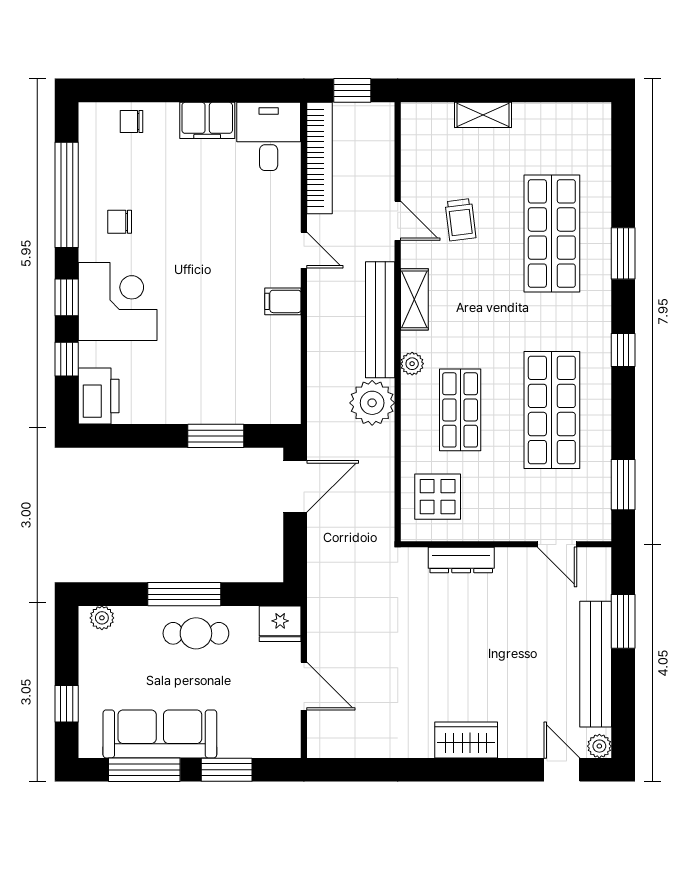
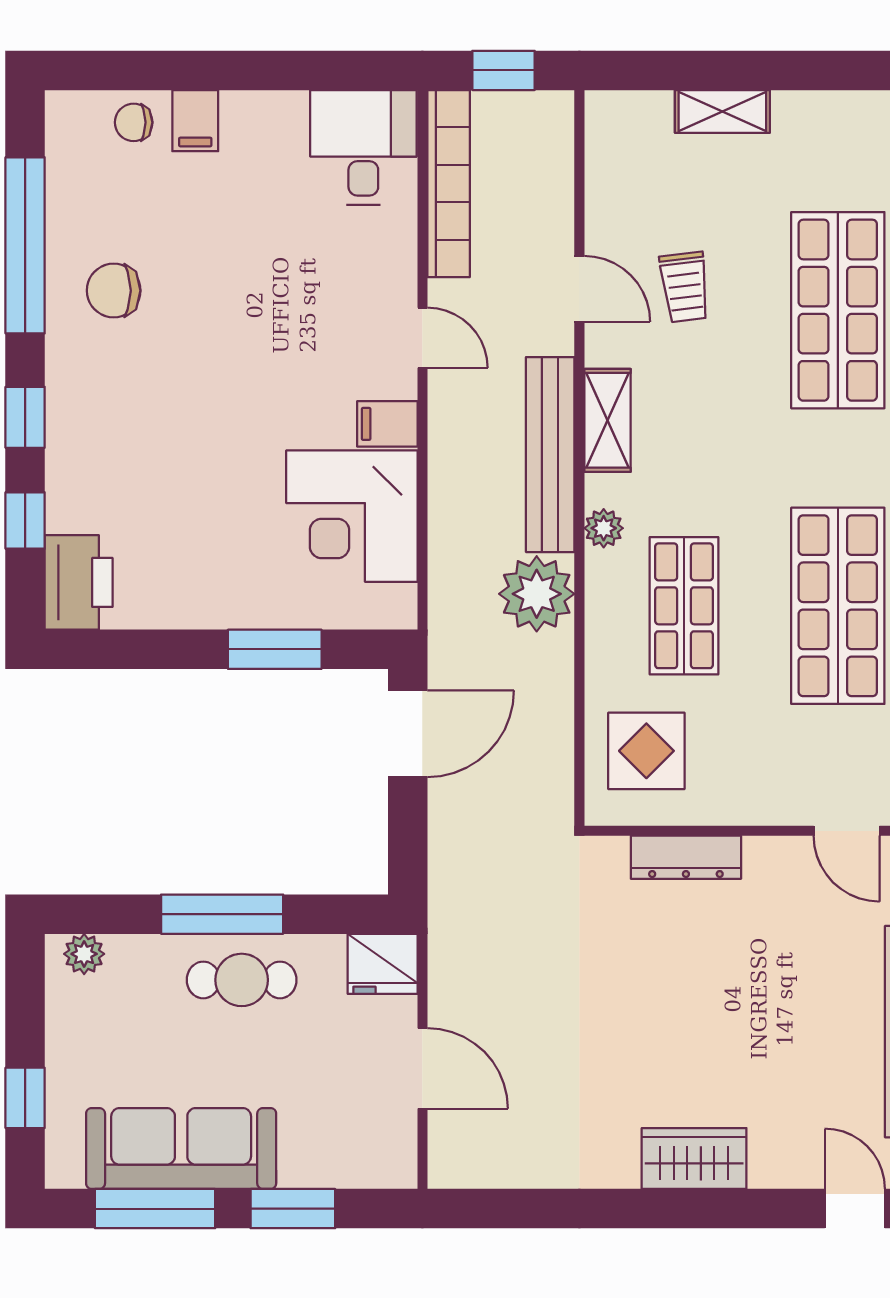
filing cabinet: (207, 120) -> (195, 121), moved, width x0.50
chair: (120, 222) -> (114, 291), width x1.37, depth x1.37
corner desk: (118, 301) -> (352, 516), moved, turned 180

